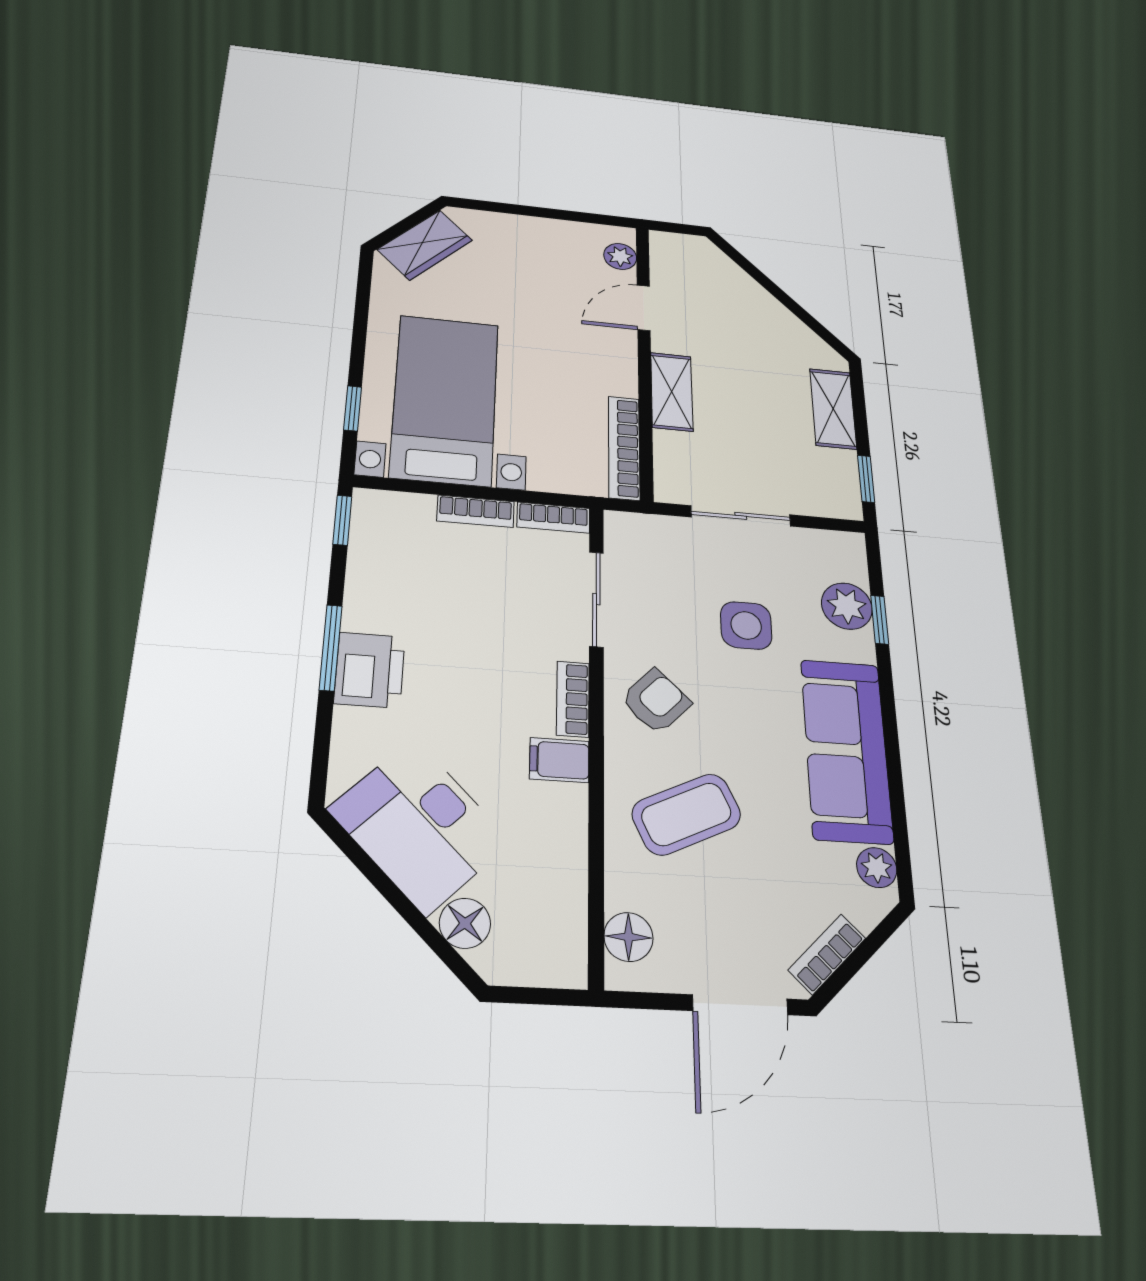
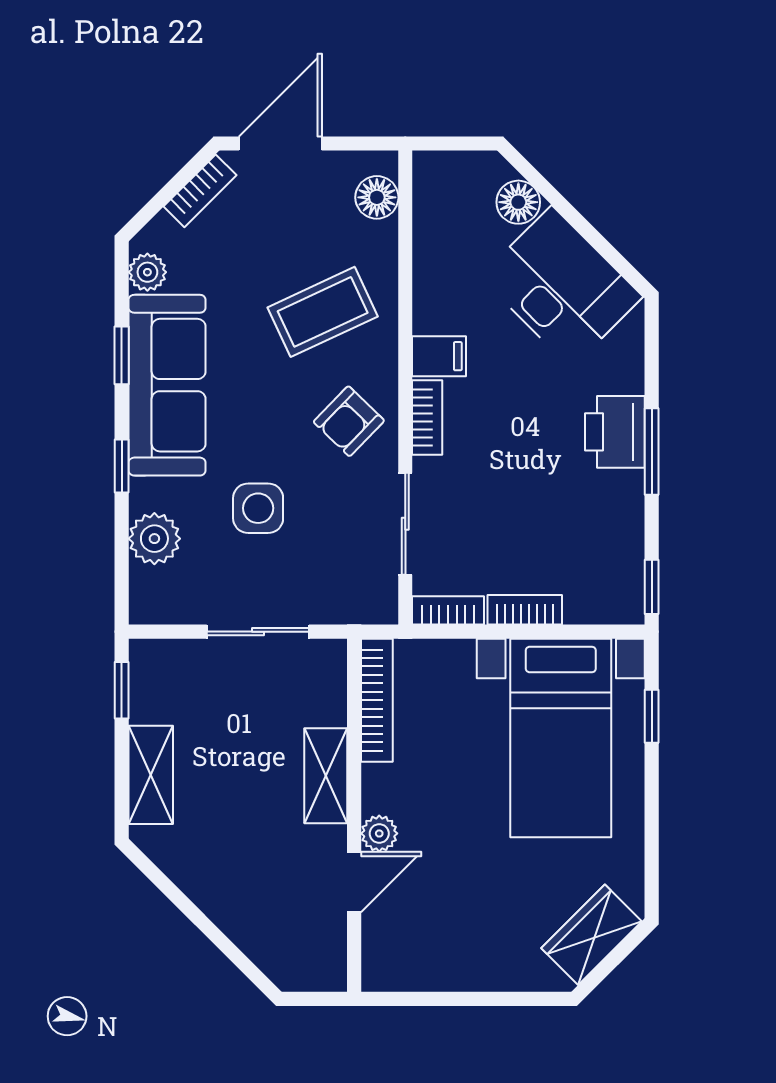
plant: (620, 256) -> (379, 833), moved
window: (880, 620) -> (122, 466), moved
window: (896, 783) -> (122, 355), added

